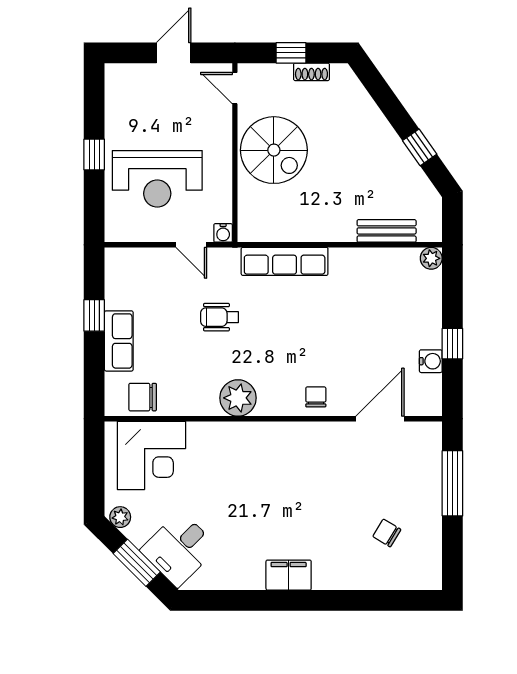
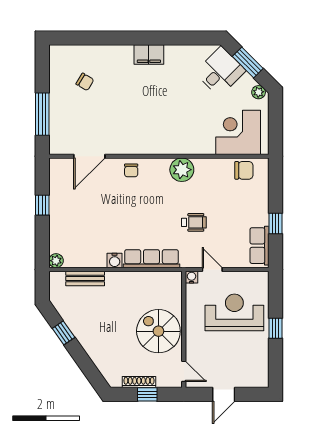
shoe rack: (311, 72) -> (139, 382), width x1.43
row of seats: (119, 341) -> (259, 246), moved
water cooler: (431, 361) -> (115, 260), moved, turned -90

